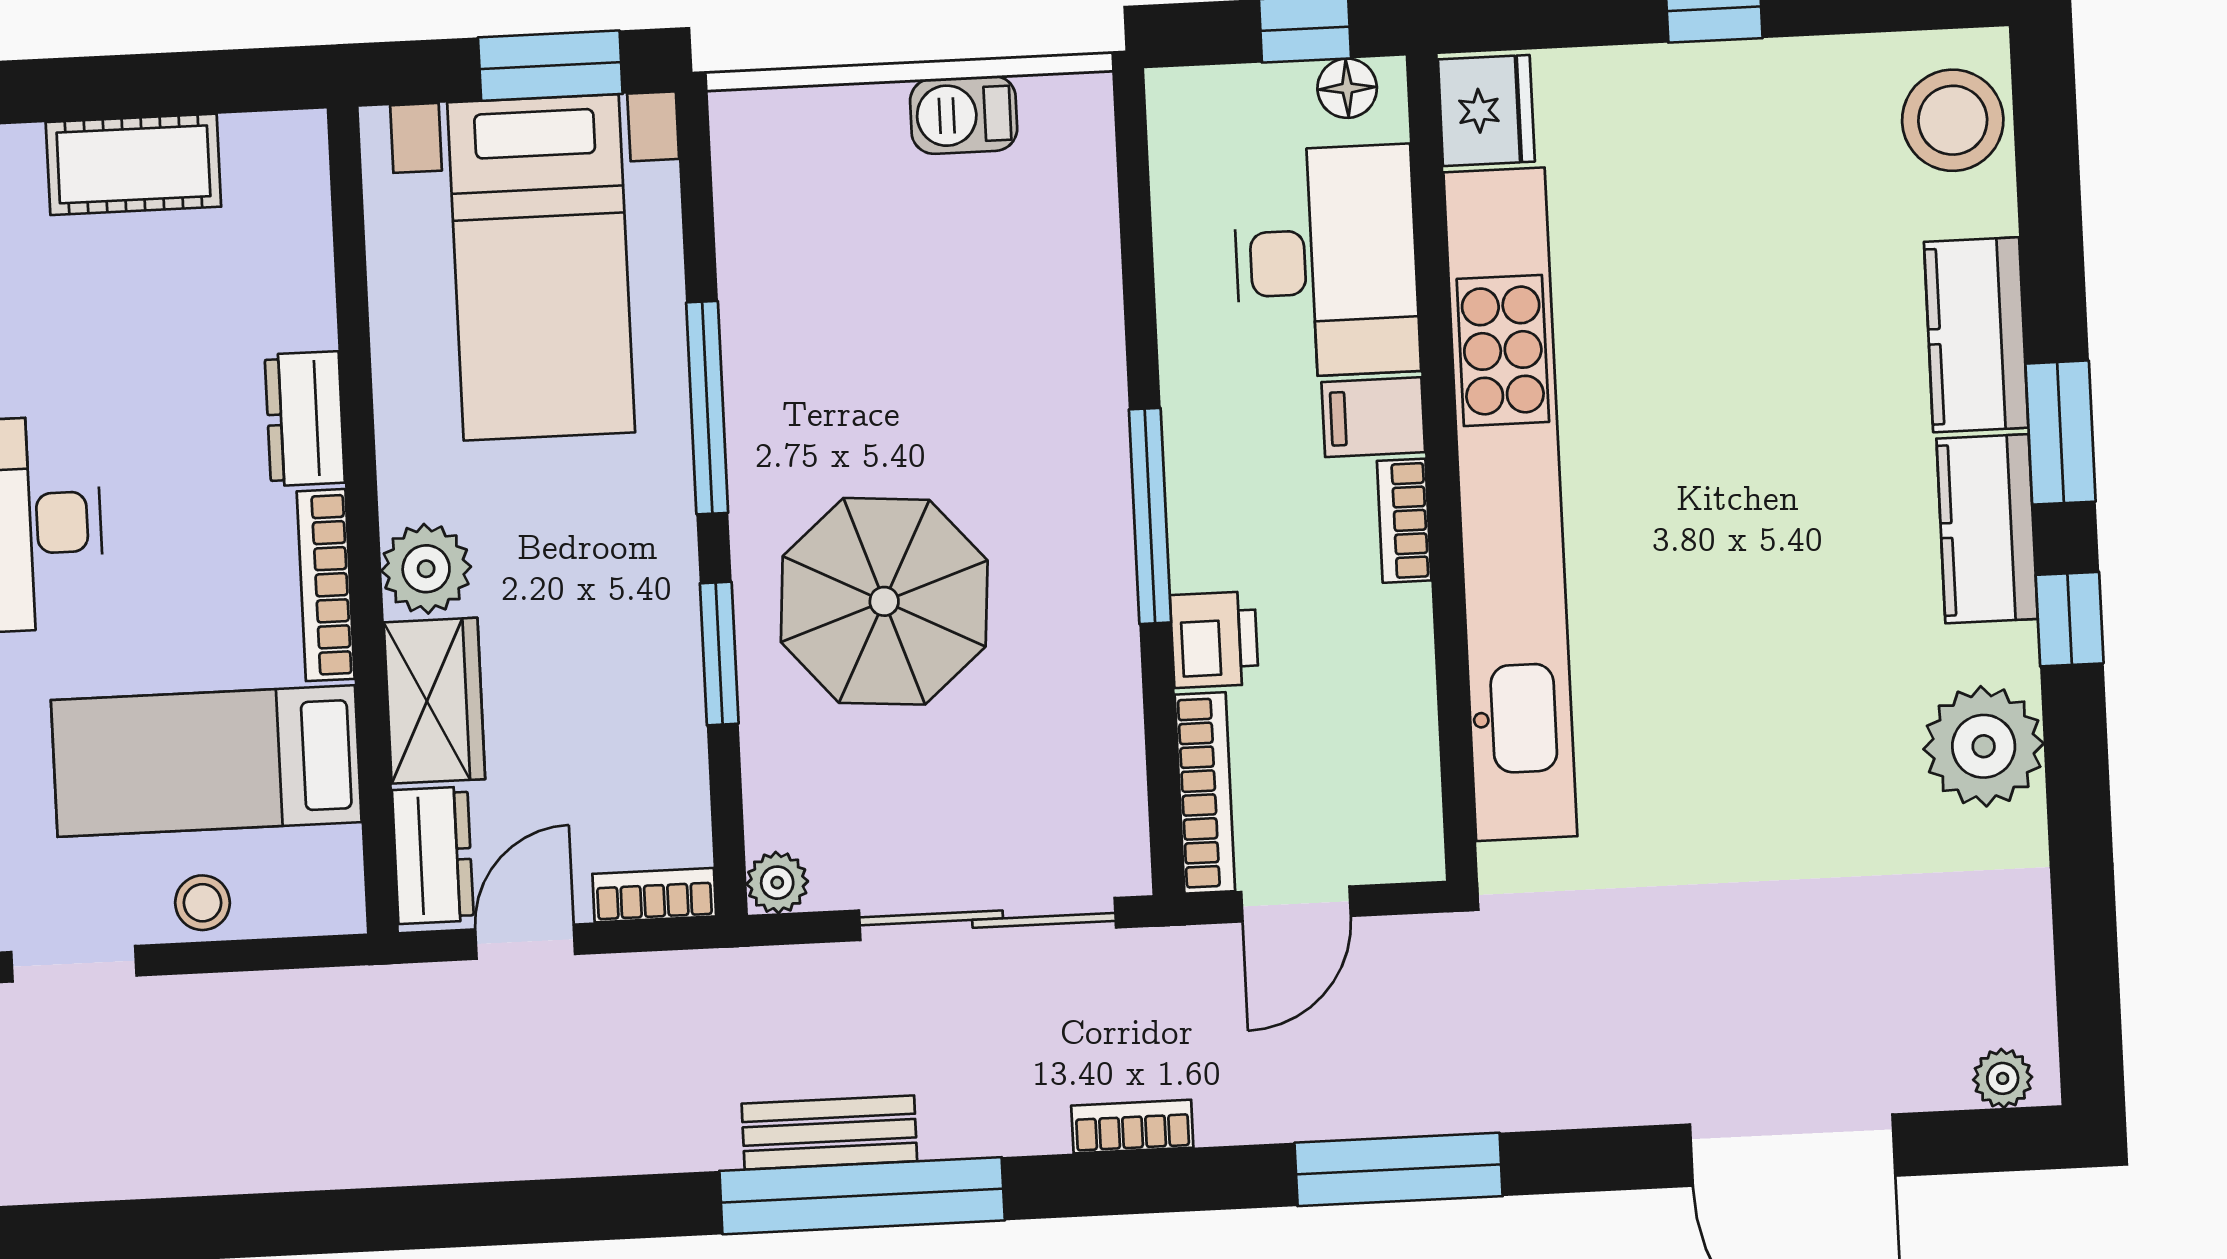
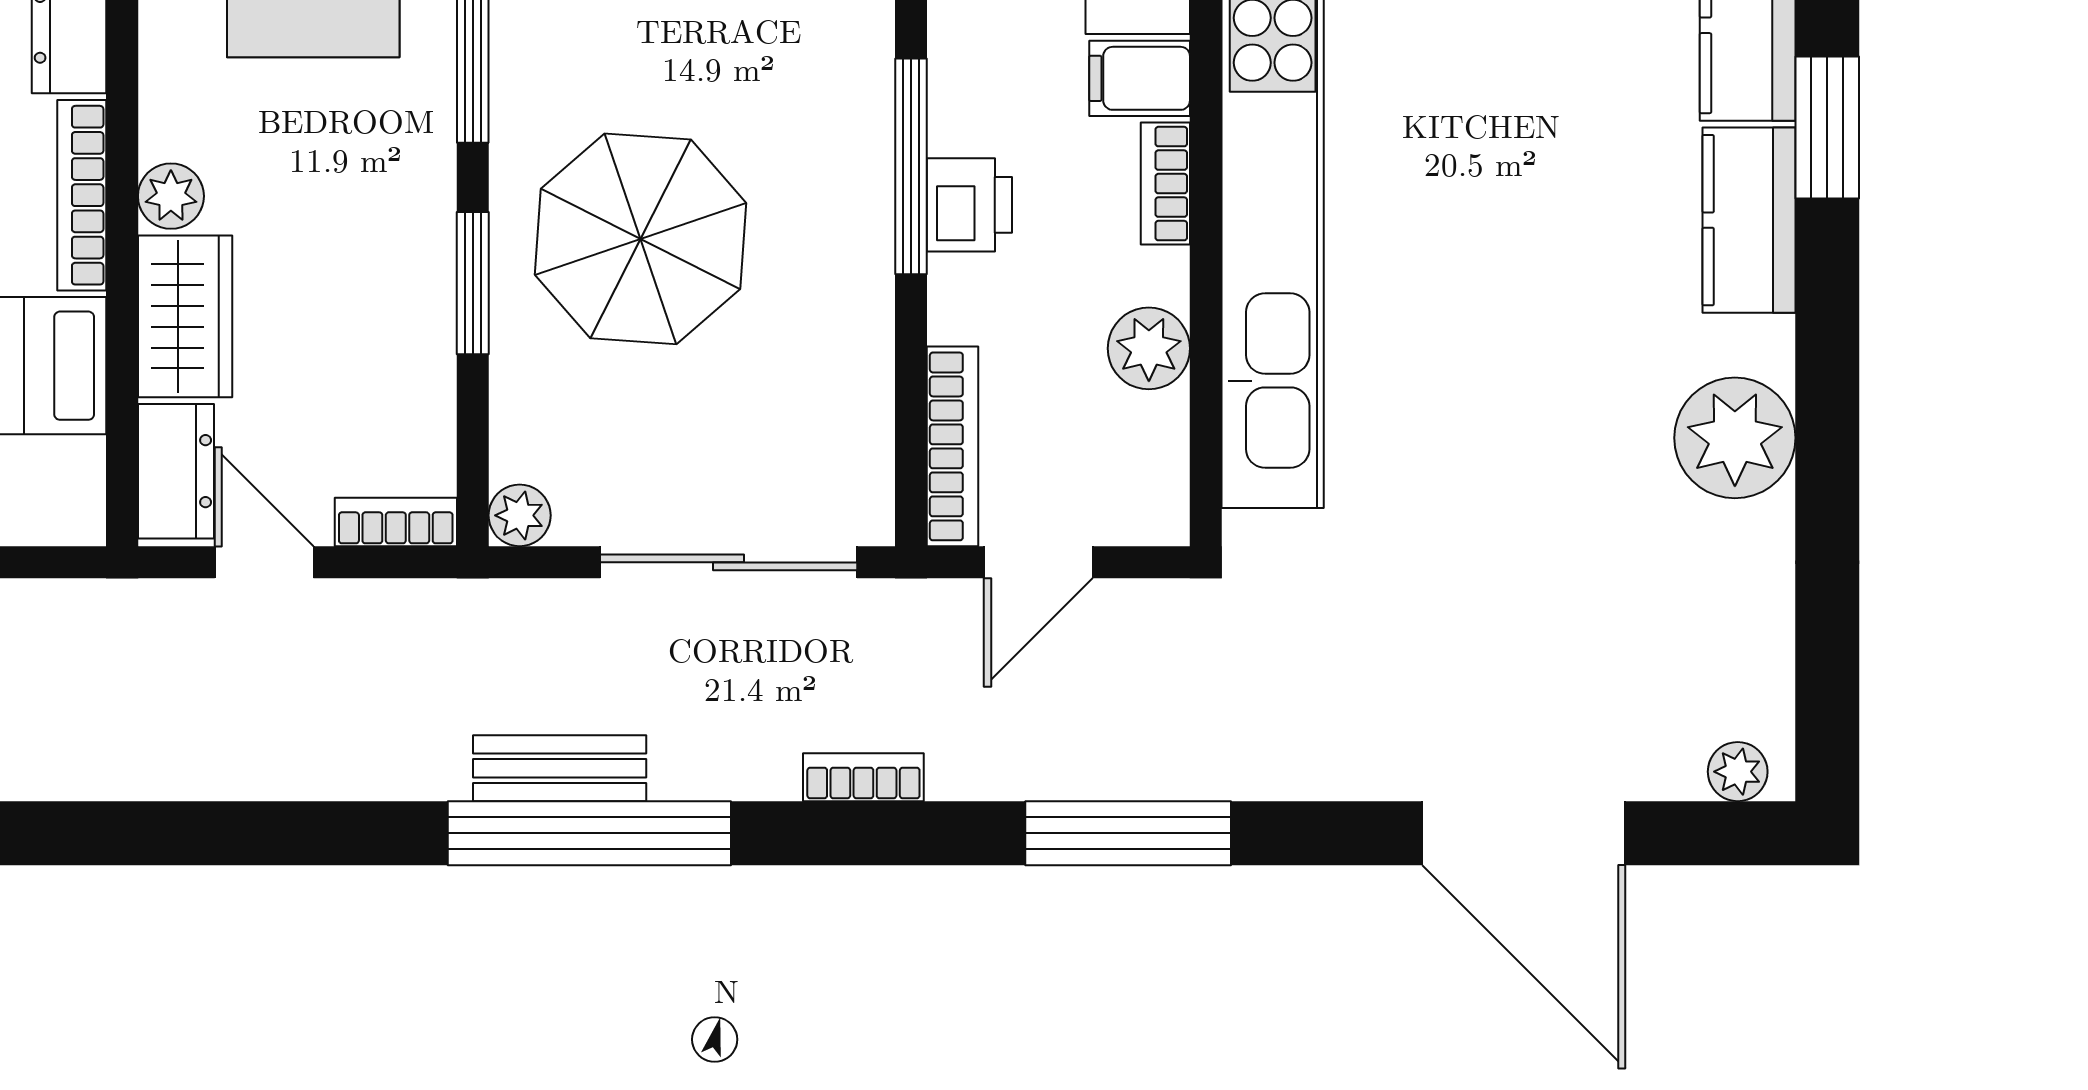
plant: (426, 569) -> (171, 196), width x0.73, depth x0.73
window: (2070, 619) -> (1827, 315), removed
printer: (1214, 640) -> (969, 205), moved
plant: (1396, 686) -> (1149, 348), added
door: (525, 942) -> (264, 562), hinge flipped

